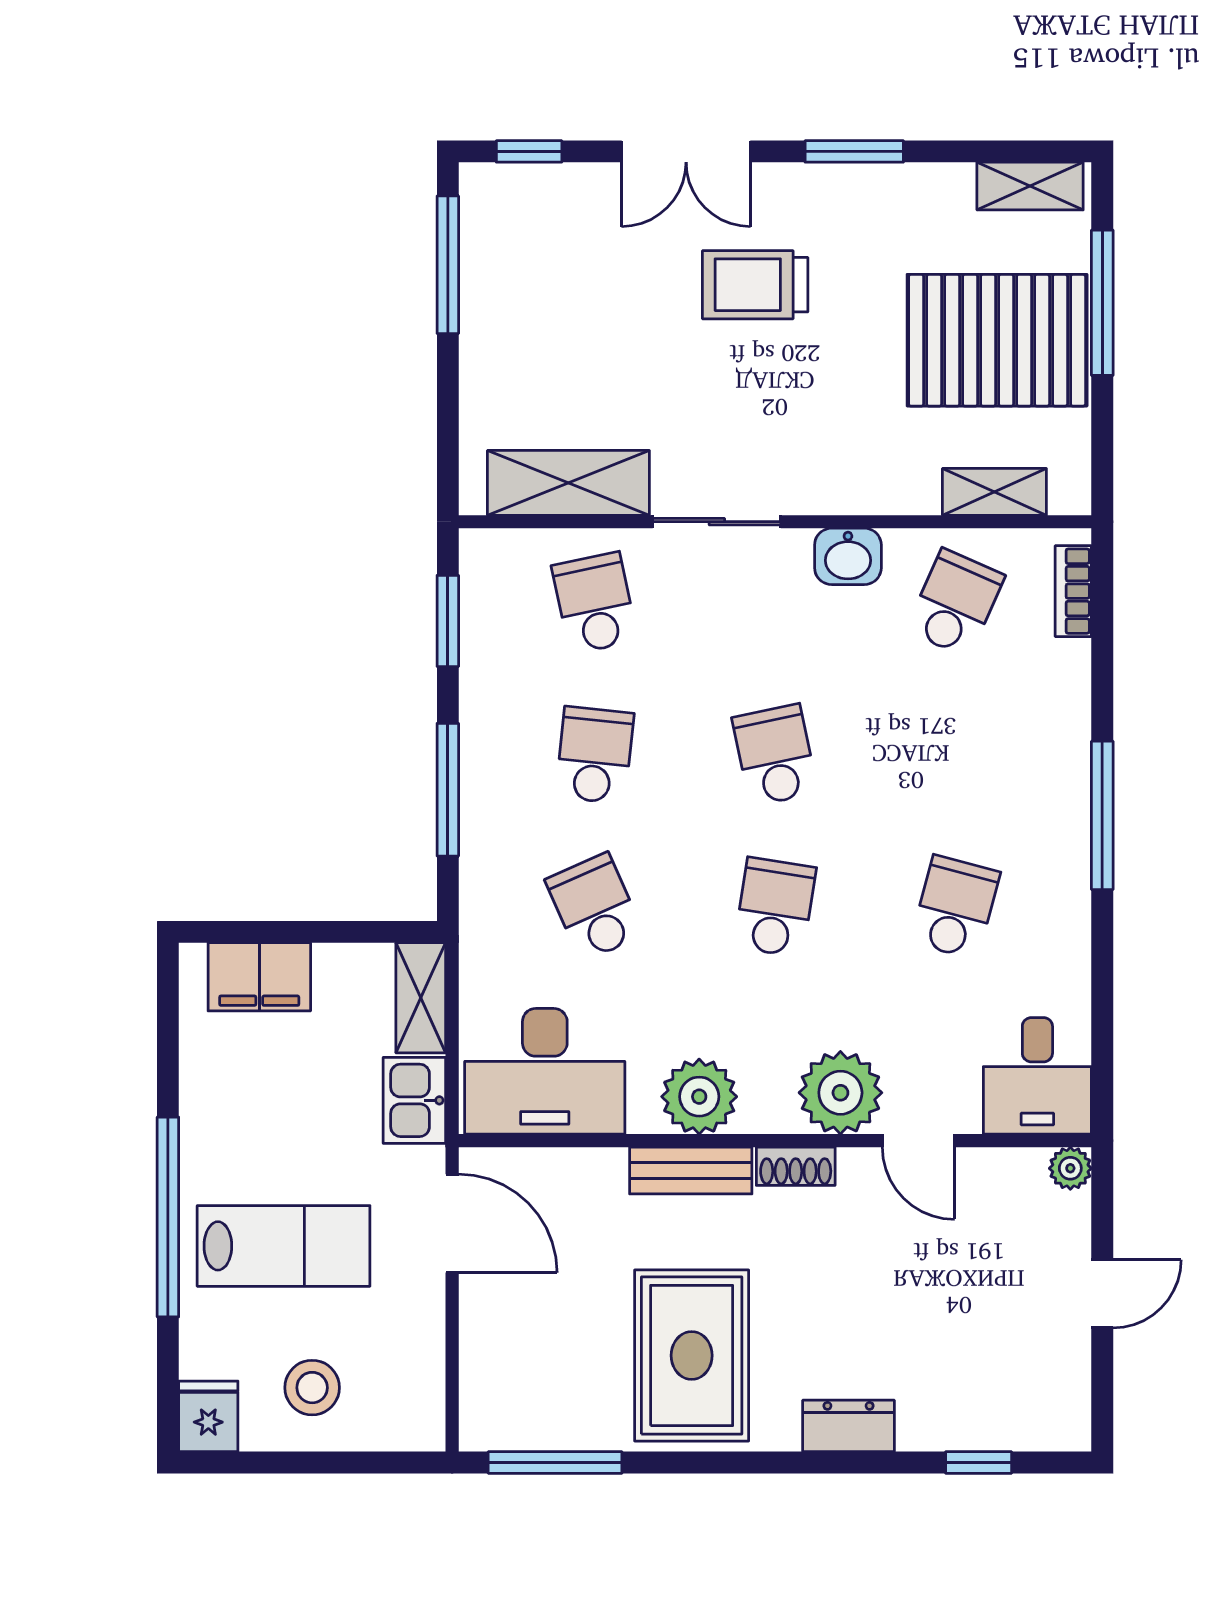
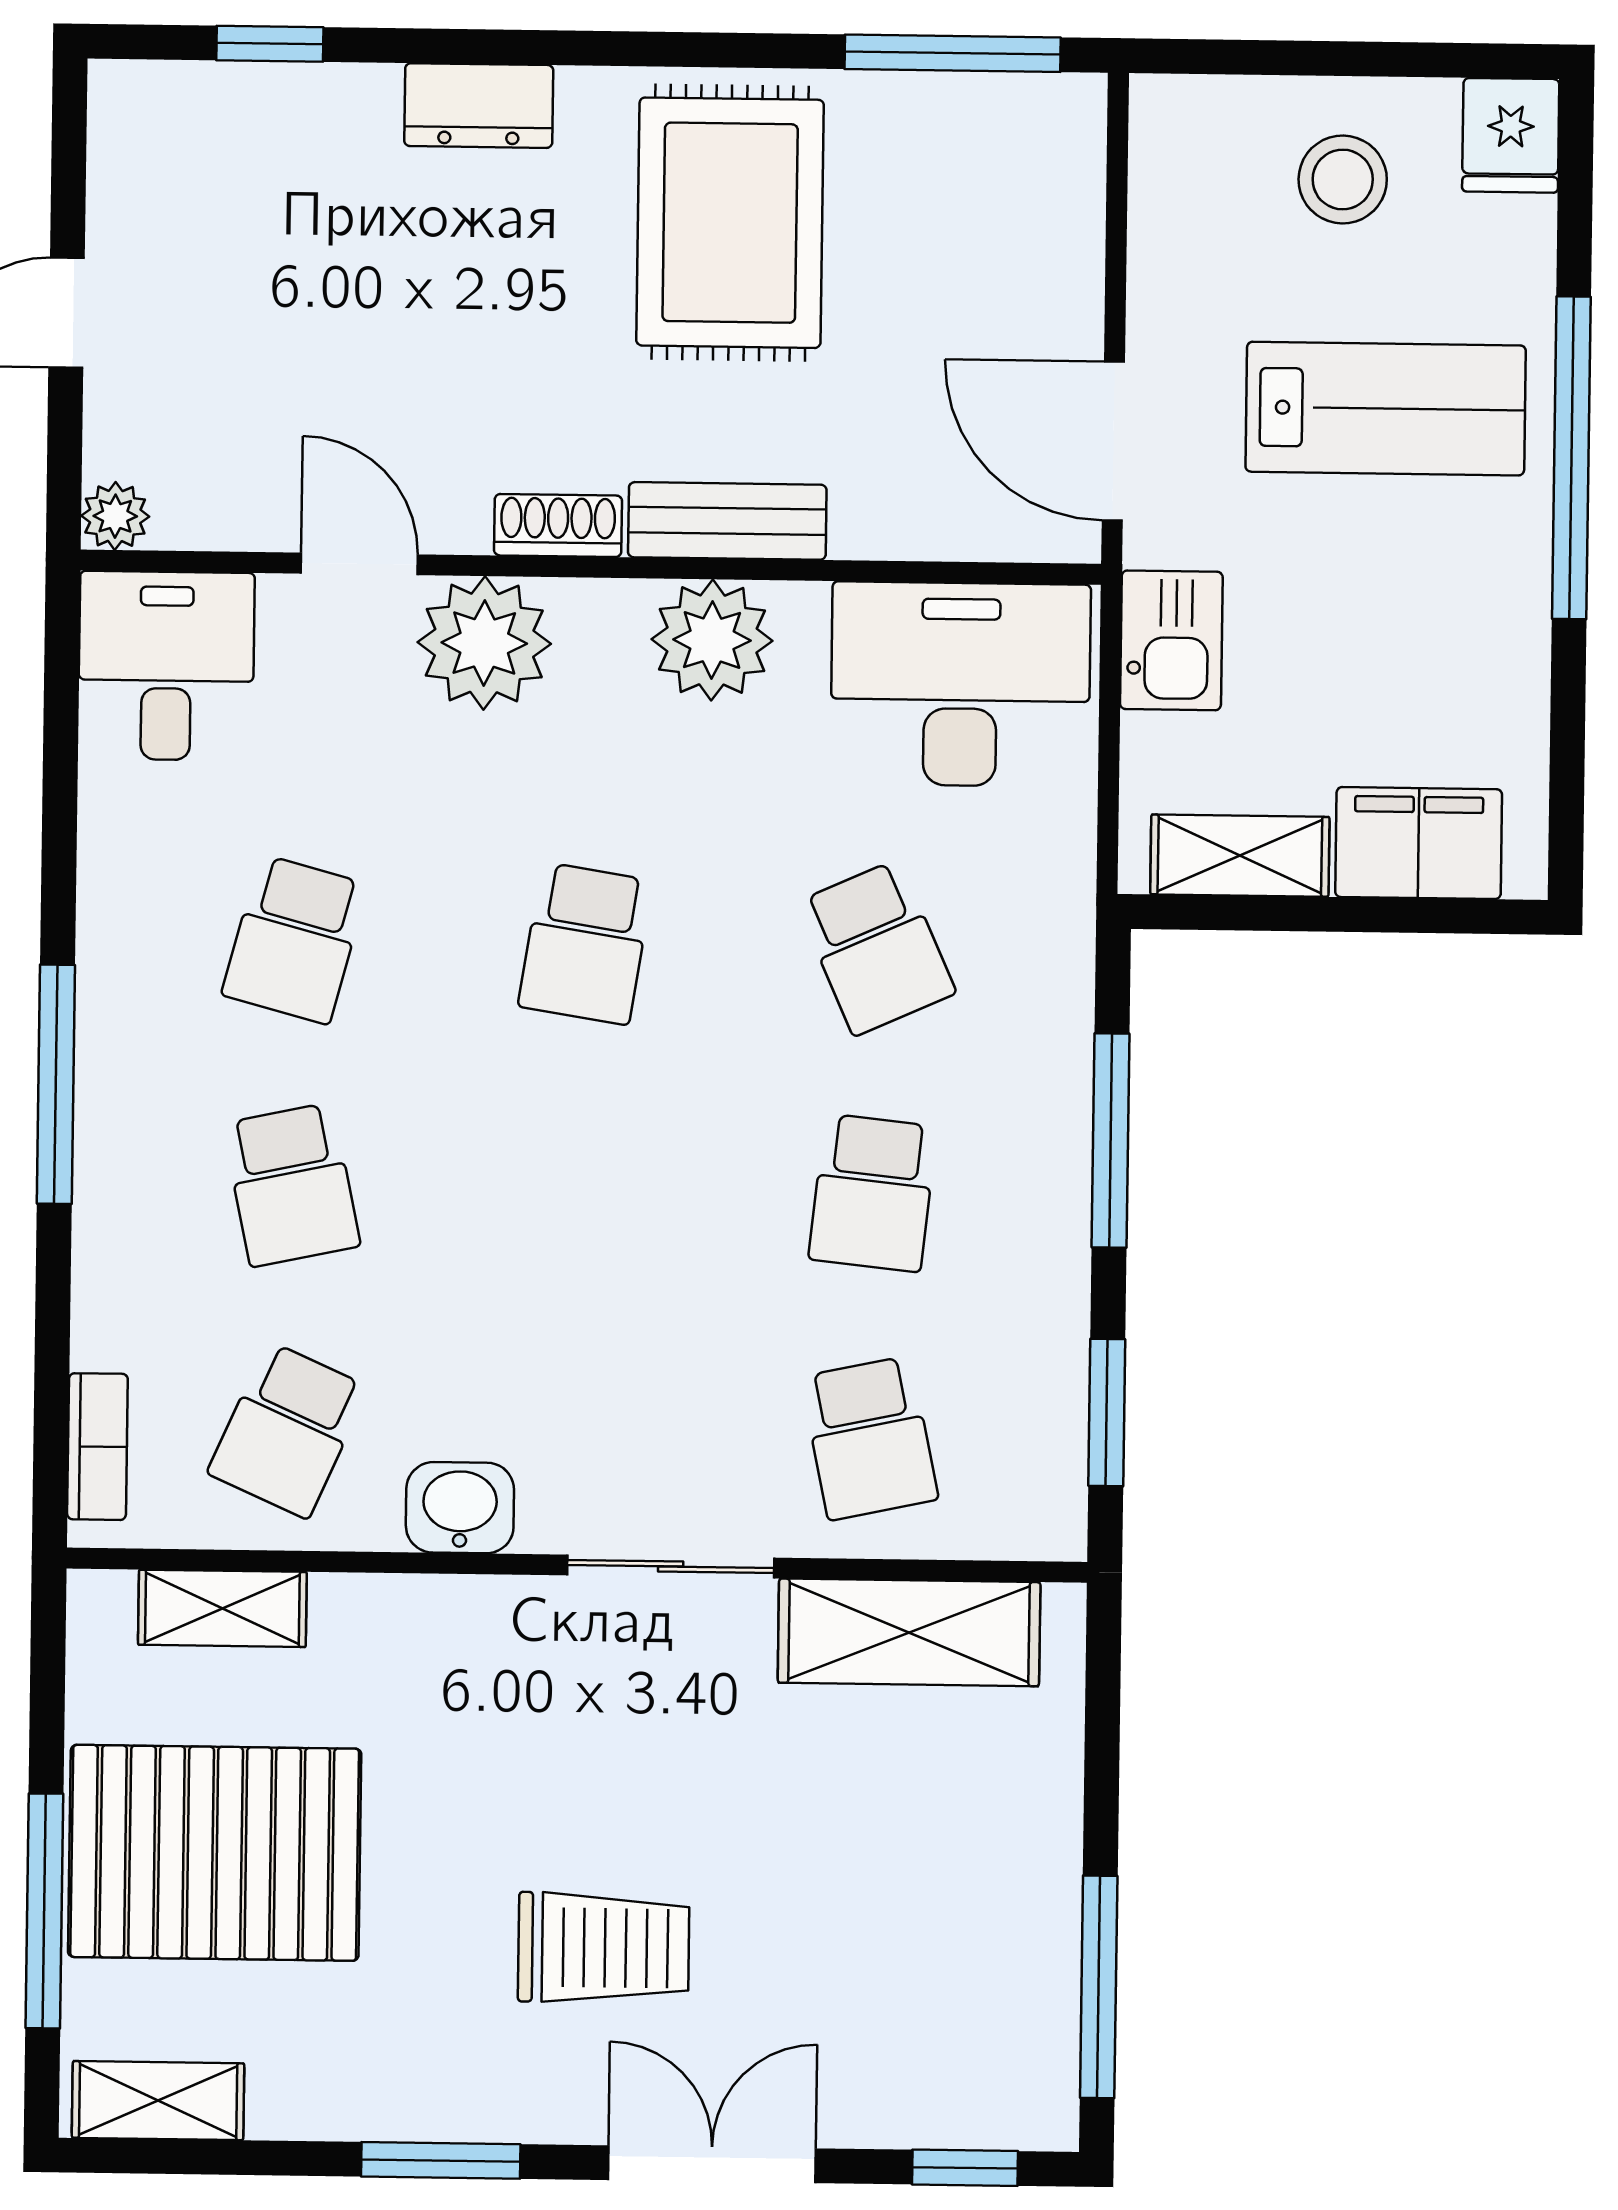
school desk: (775, 755) -> (291, 1185), moved
shelving: (421, 998) -> (1240, 856), moved, turned 90
lab bench: (284, 1246) -> (1386, 409), turned 180

